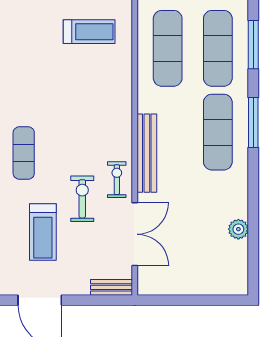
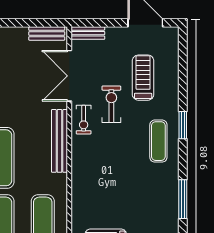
exercise bike: (82, 199) -> (111, 104), turned 180
bench: (163, 287) -> (47, 34), added

